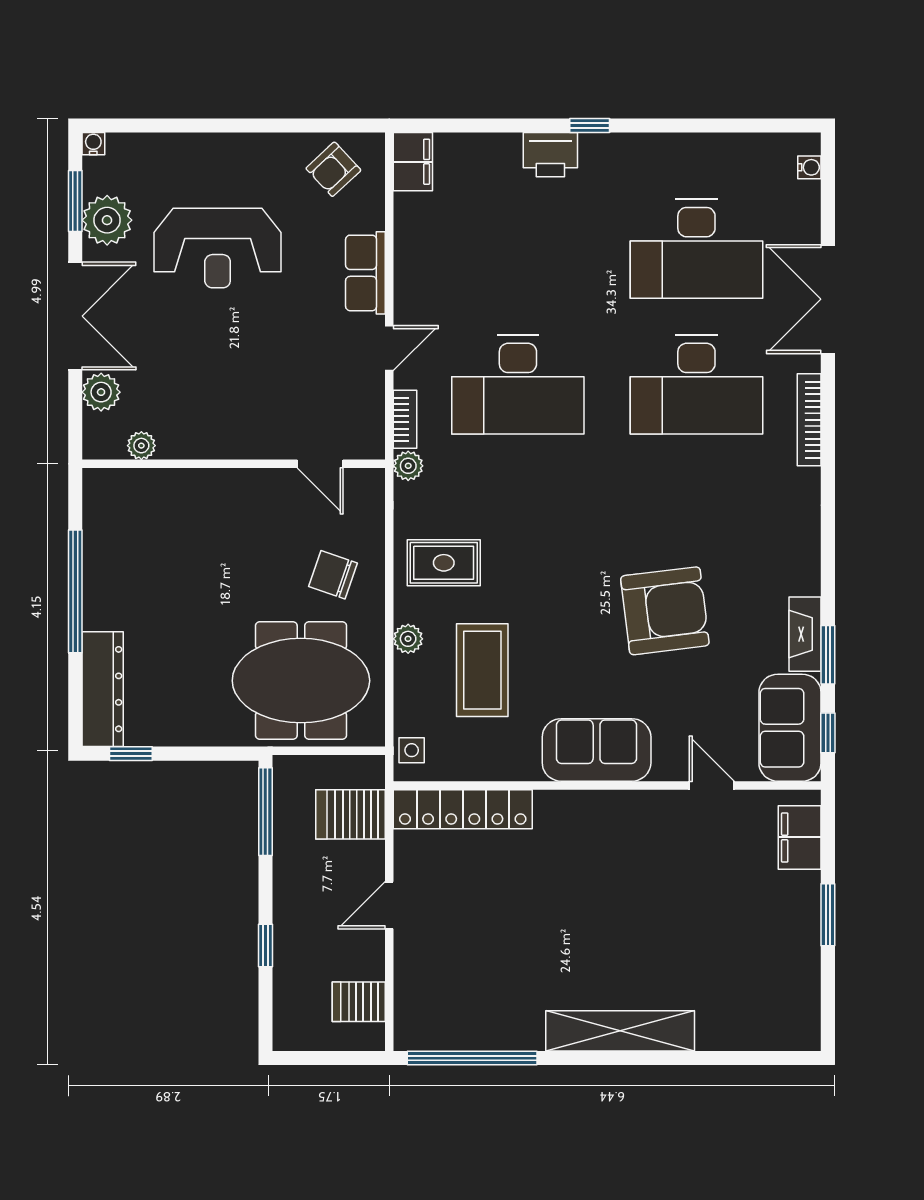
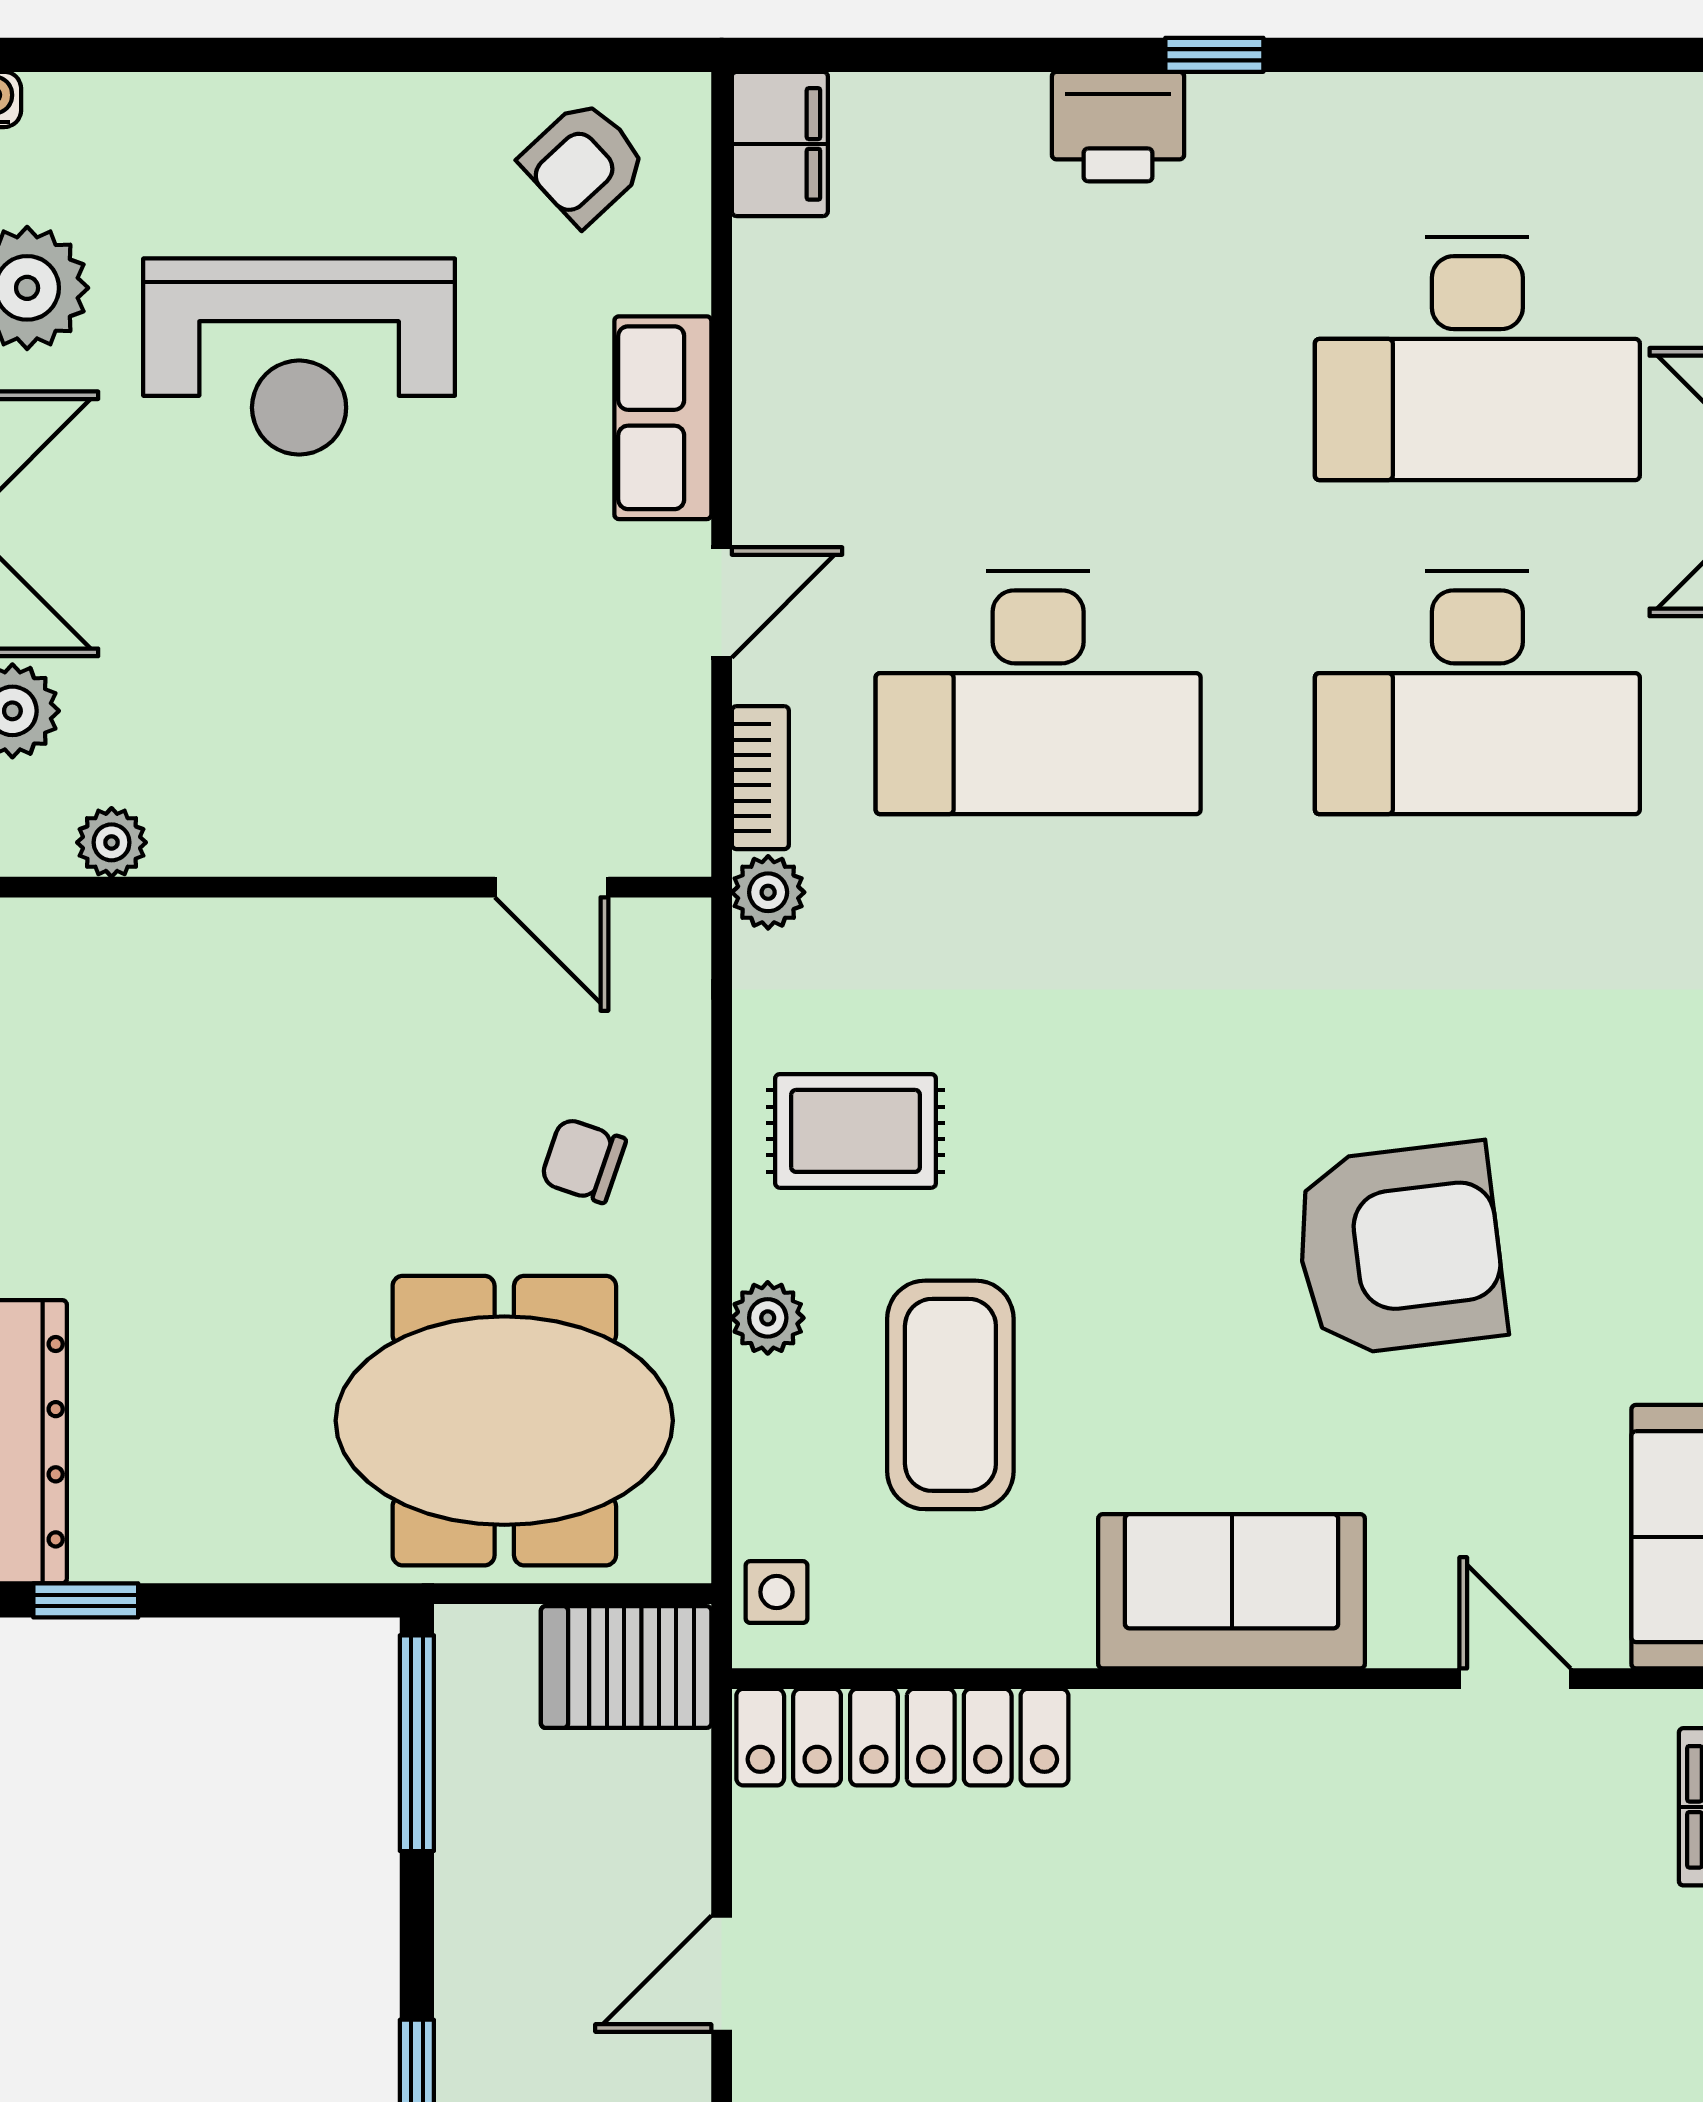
chair: (333, 575) -> (583, 1160), width x0.73, depth x0.73
server rack: (350, 814) -> (626, 1667), moved

